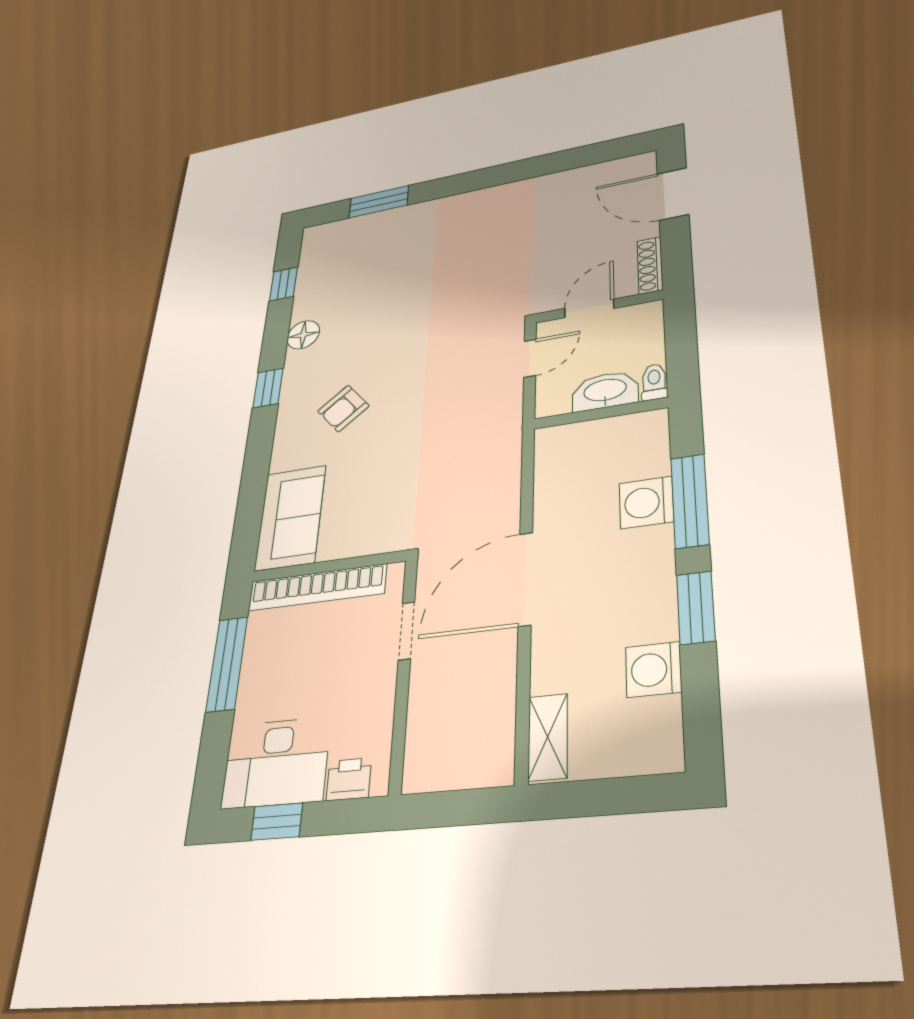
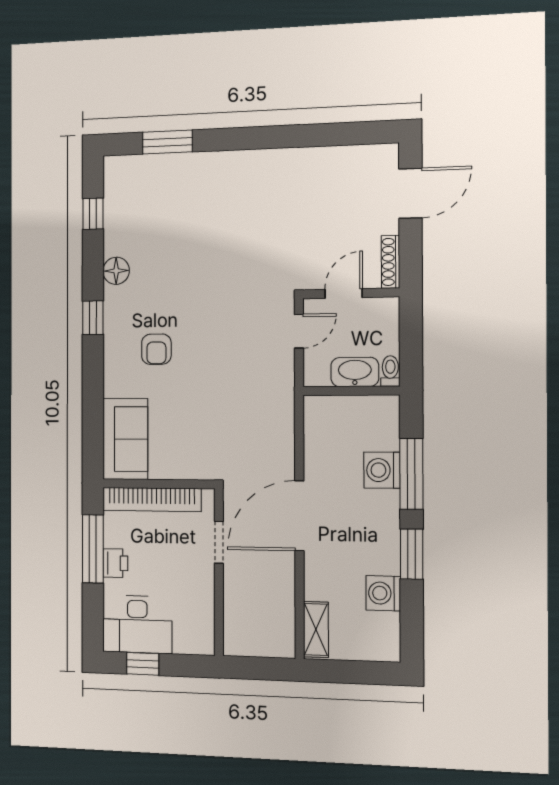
door: (673, 194) -> (410, 193), swing flipped
armchair: (343, 408) -> (156, 349), turned -50
printer: (349, 779) -> (115, 563), moved, turned 90

